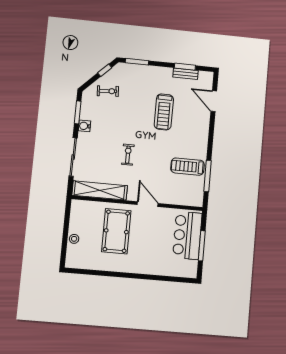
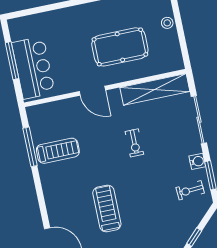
exercise bike: (108, 91) -> (190, 190), moved
pool table: (116, 231) -> (120, 47), turned 90

